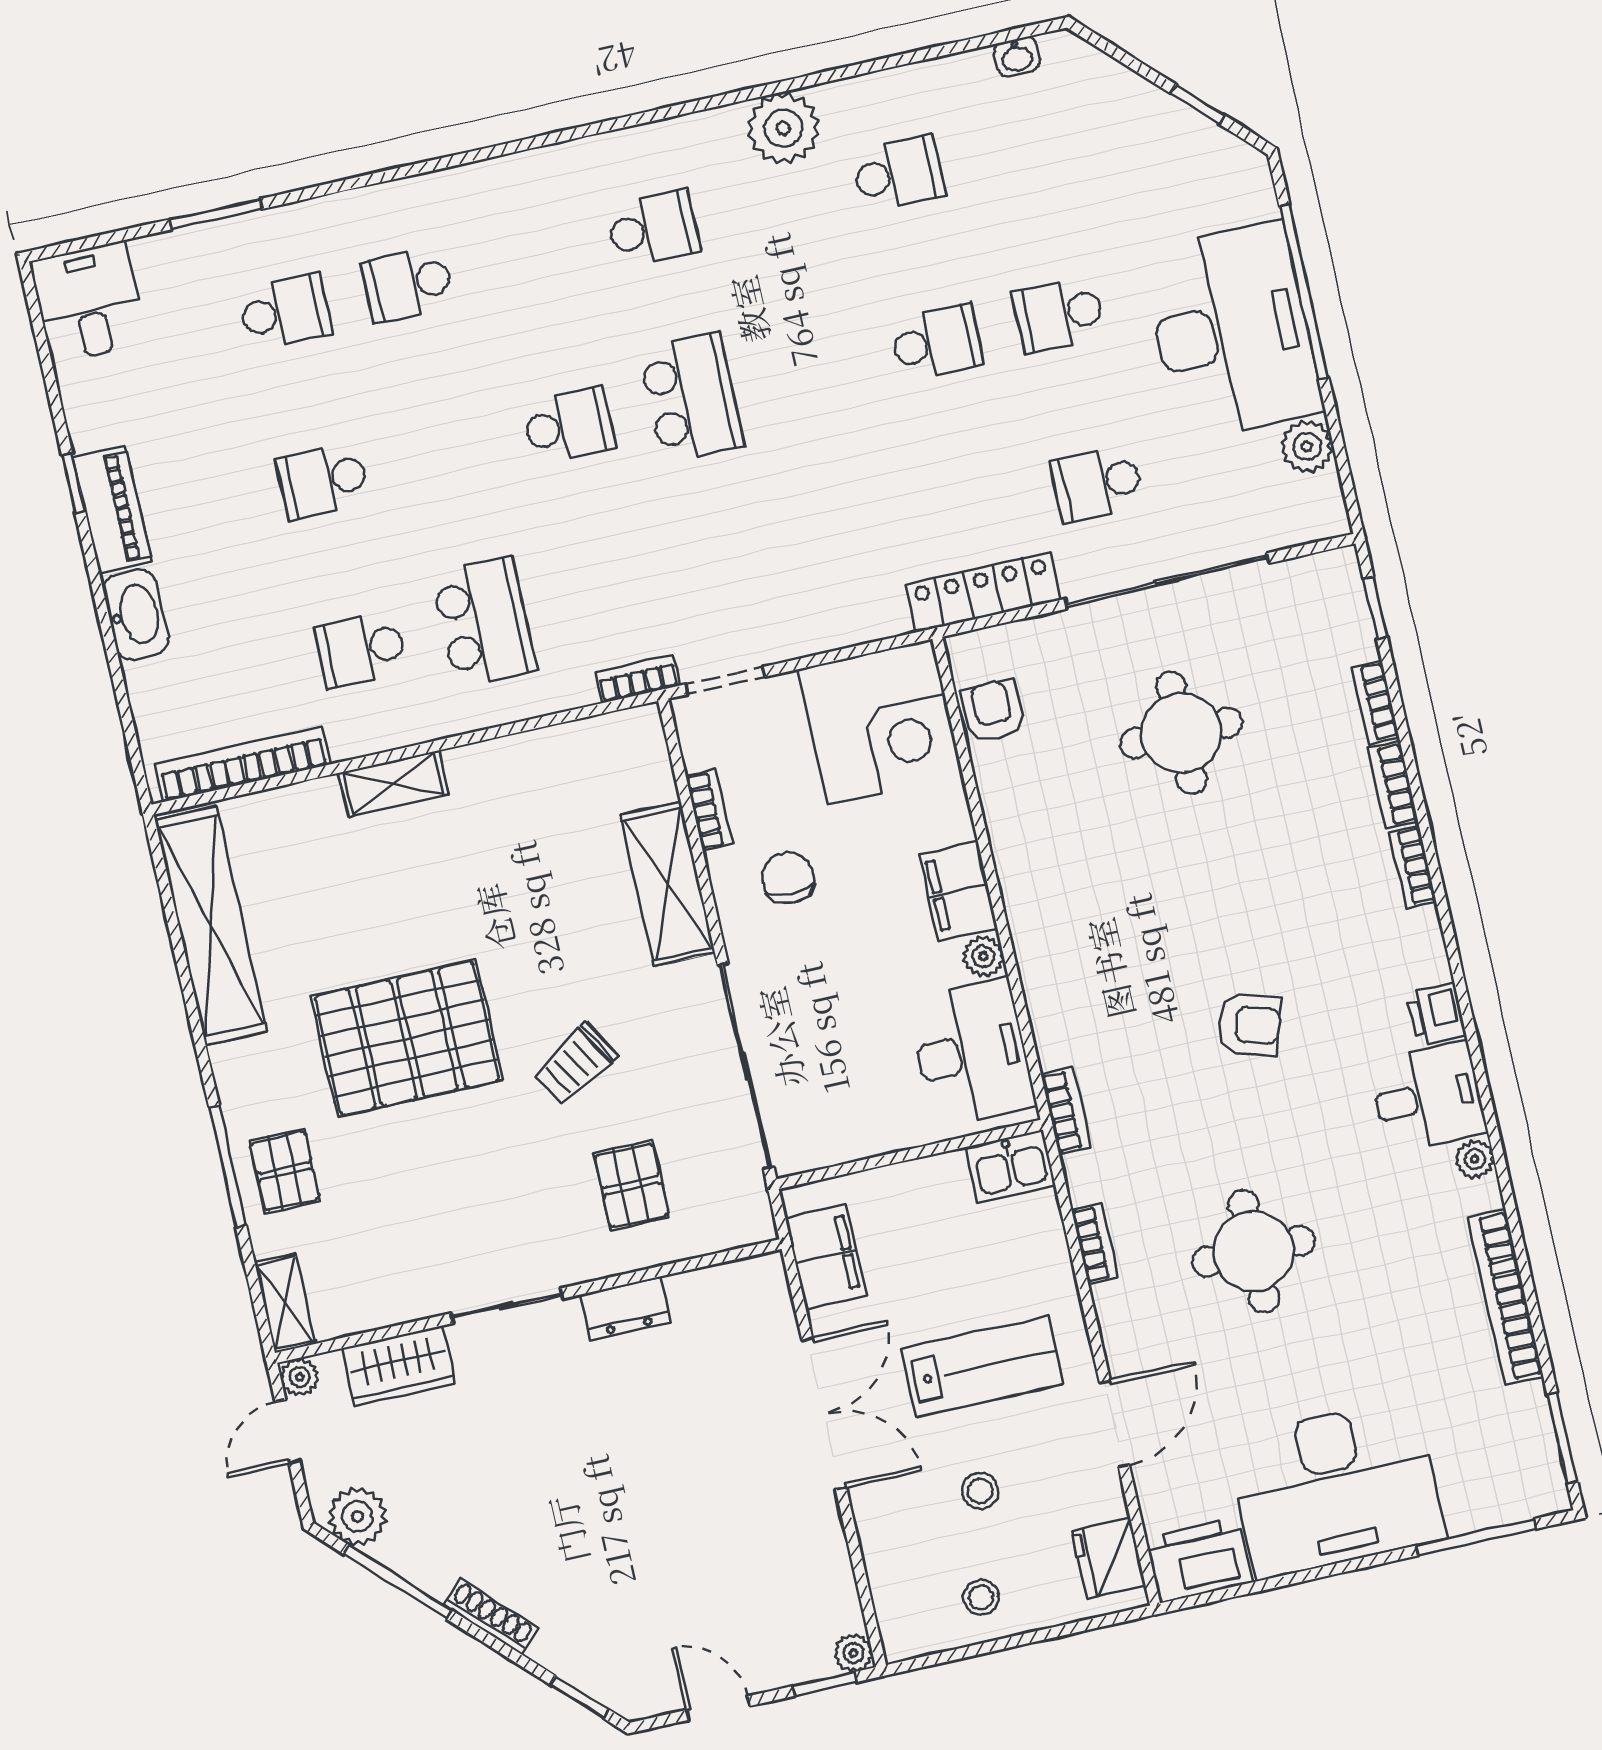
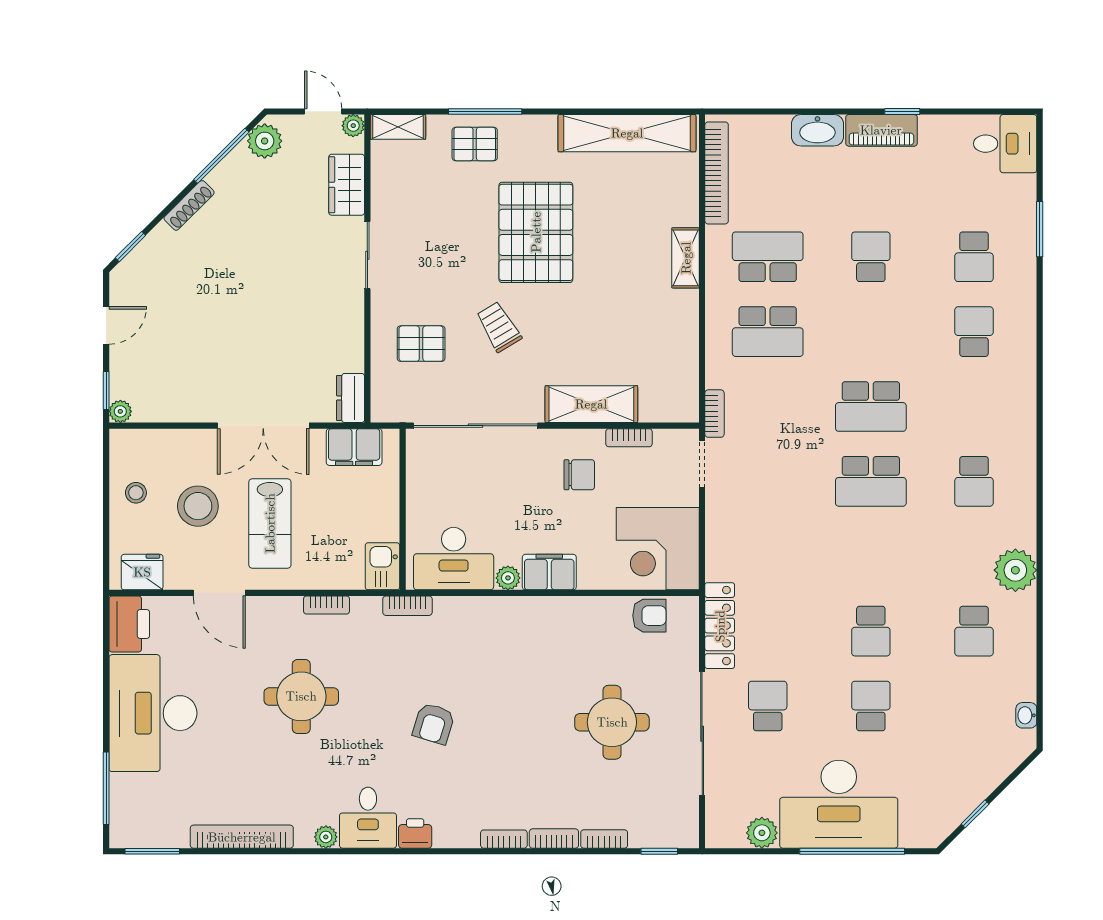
school desk: (568, 425) -> (871, 406), width x1.85
school desk: (361, 650) -> (768, 257), width x1.85
dresser: (625, 1308) -> (351, 398), moved
stool: (980, 1491) -> (198, 506), width x1.89, depth x1.89

